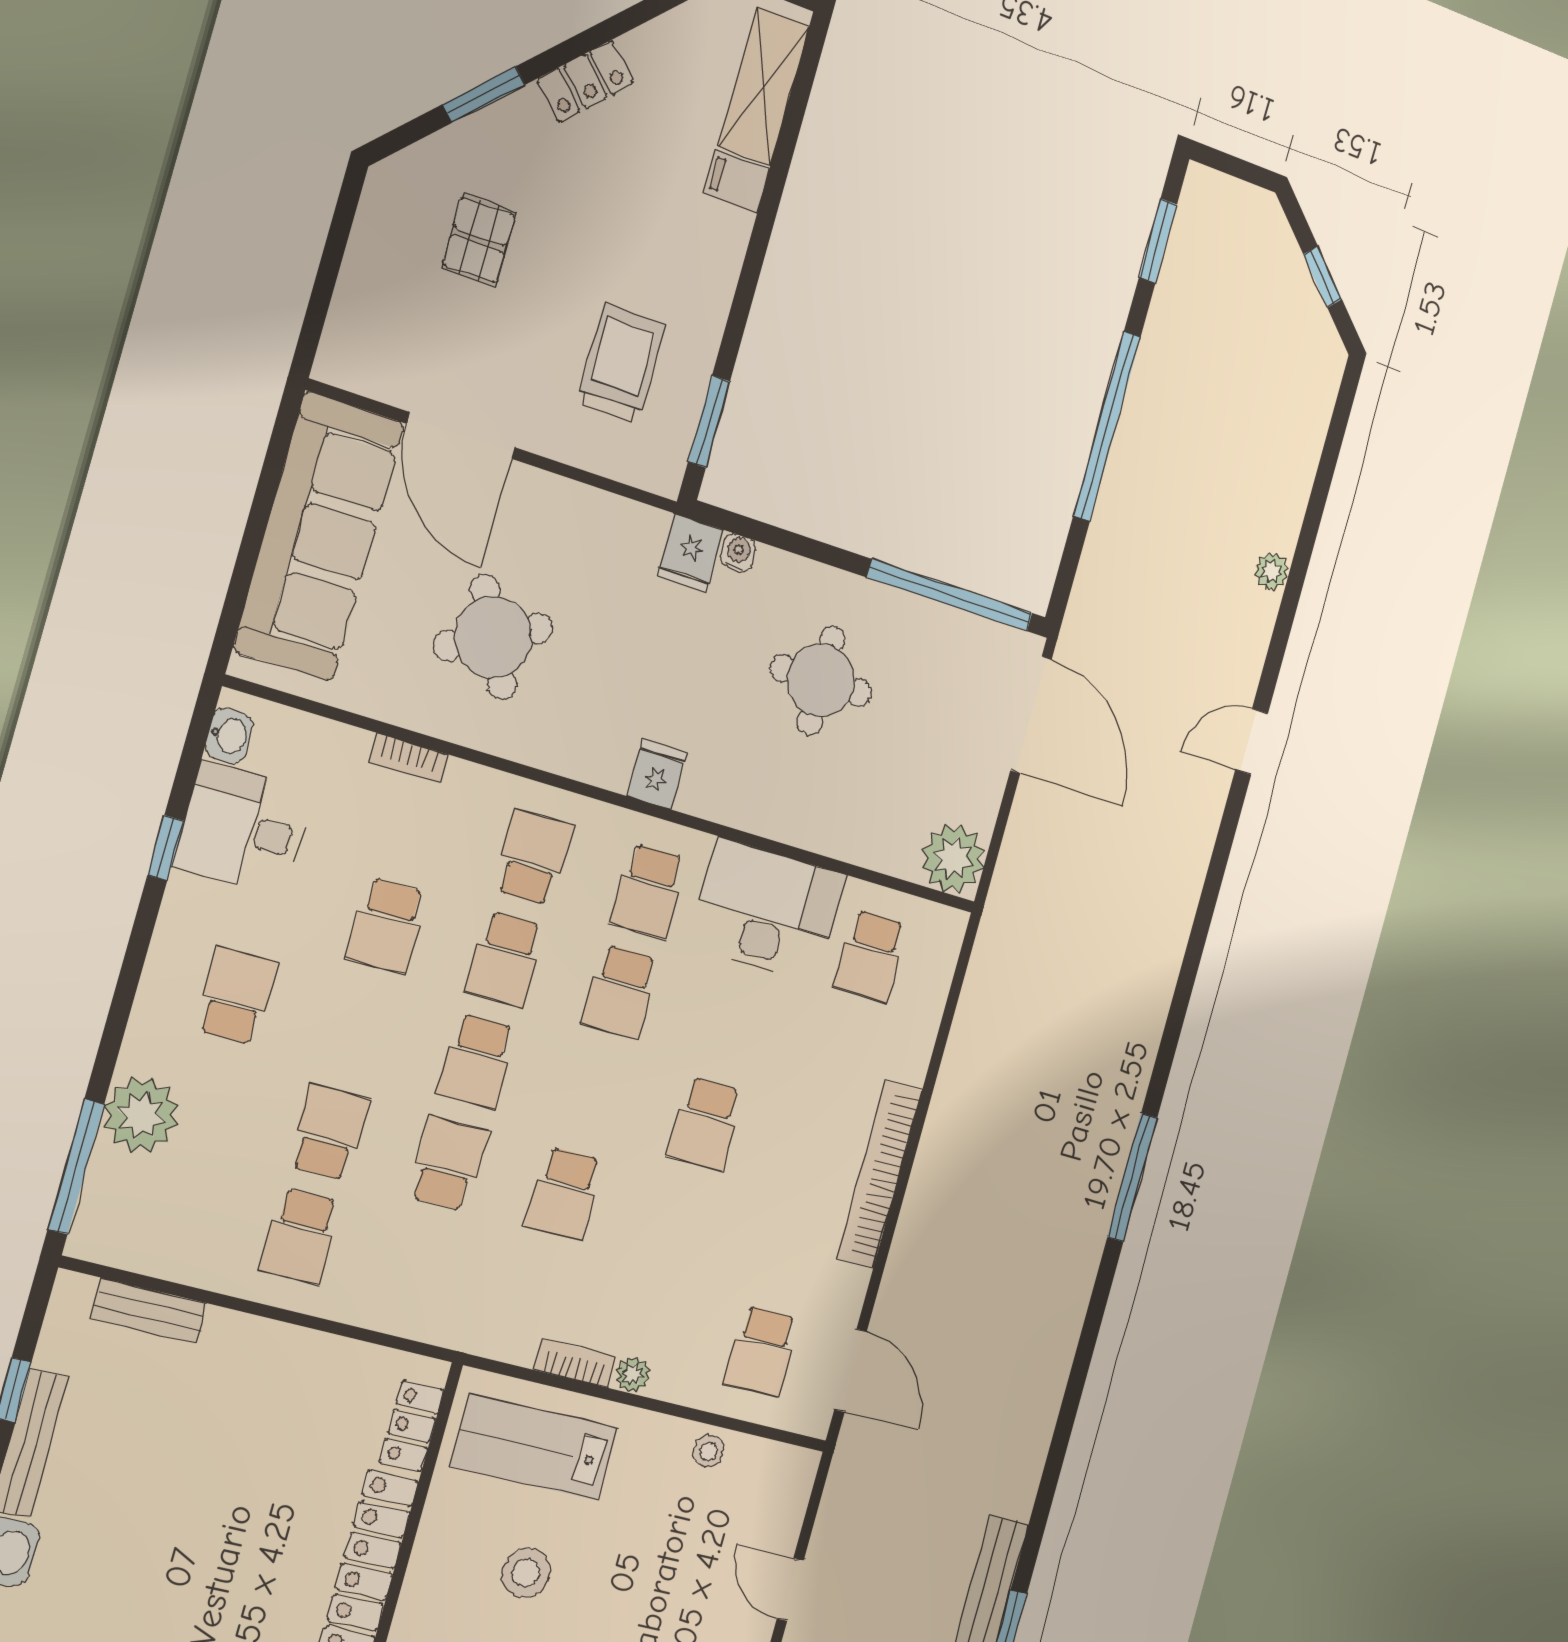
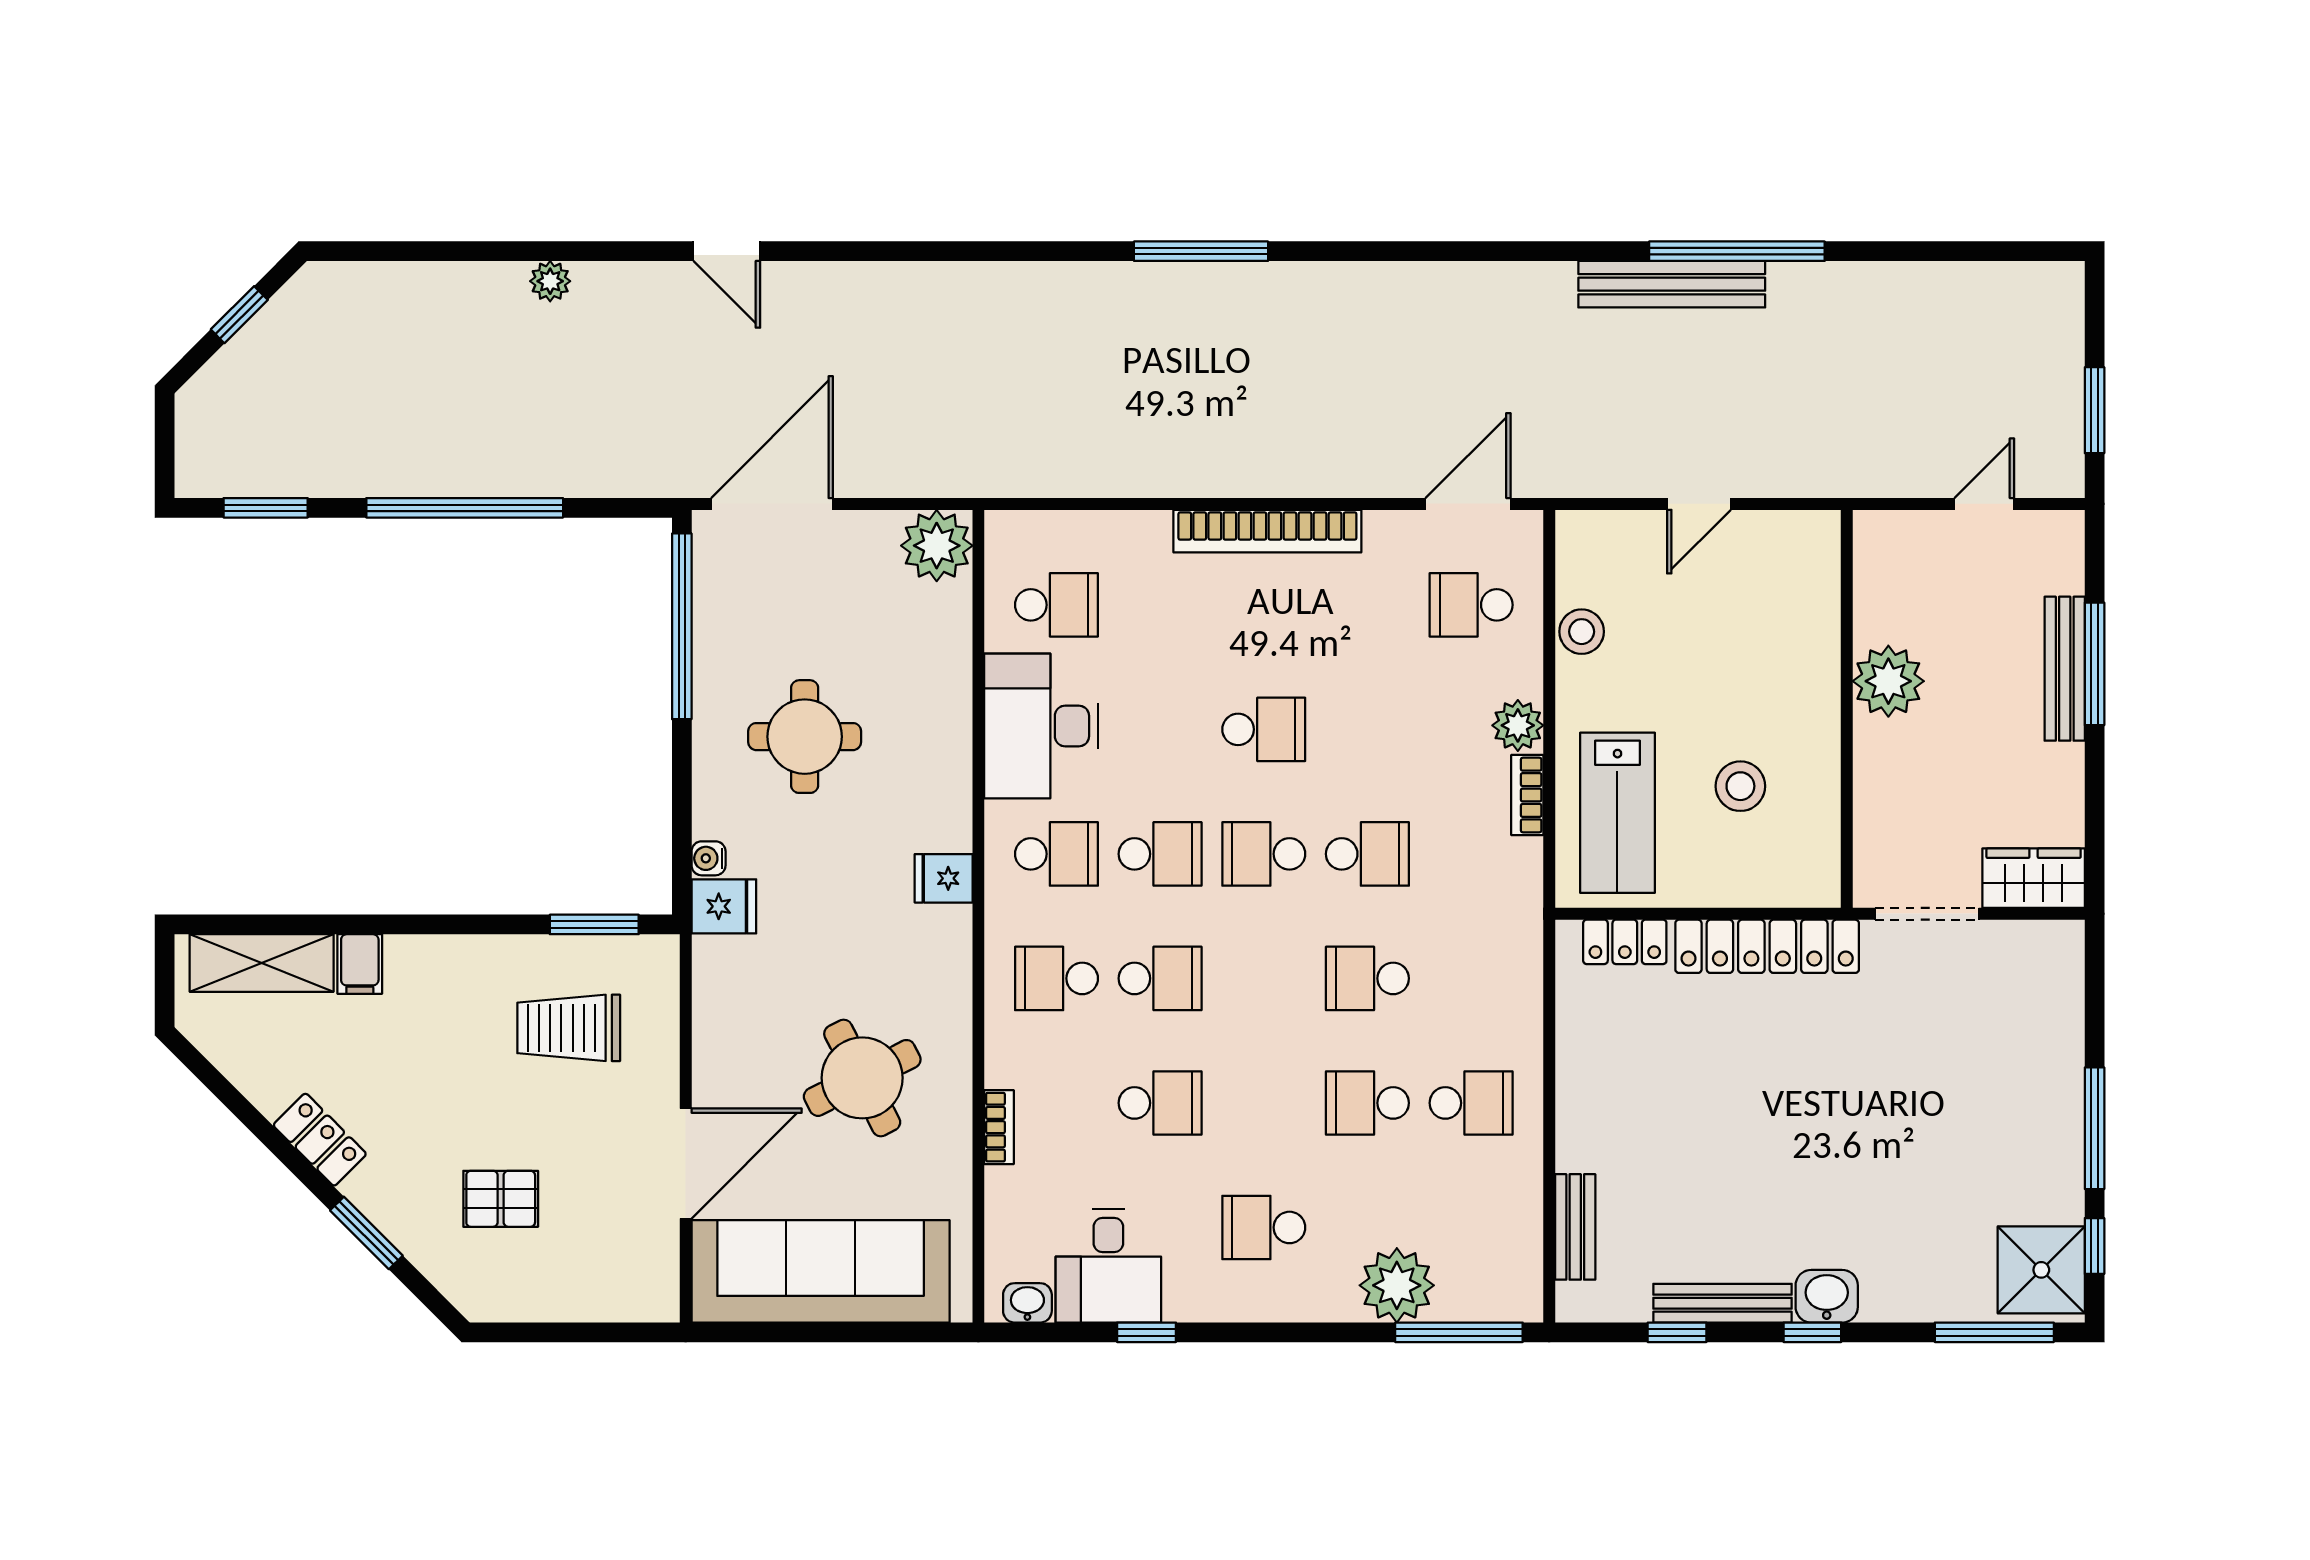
school desk: (477, 1061) -> (1264, 854), moved, turned 180
school desk: (761, 1351) -> (1471, 605), turned 180
plant: (633, 1375) -> (1518, 725), width x1.38, depth x1.38
stool: (708, 1451) -> (1582, 632), width x1.37, depth x1.37

